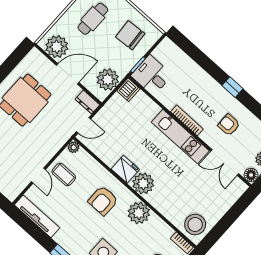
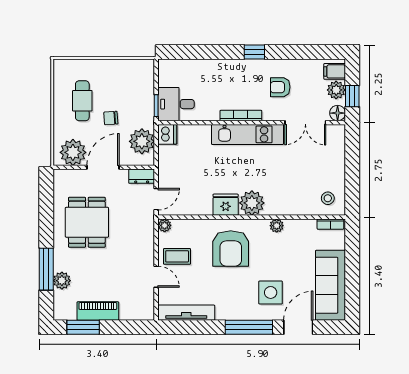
chair: (130, 35) -> (111, 118), moved, width x0.54, depth x0.54
armchair: (103, 201) -> (231, 249), width x1.36, depth x1.36
plant: (139, 213) -> (277, 226), width x0.53, depth x0.53
stool: (195, 225) -> (328, 198), width x0.53, depth x0.53

